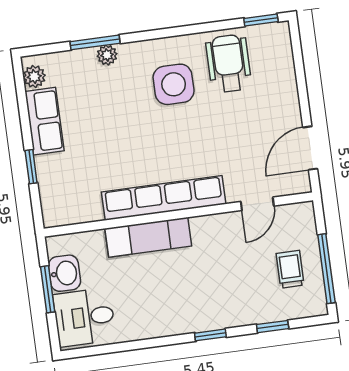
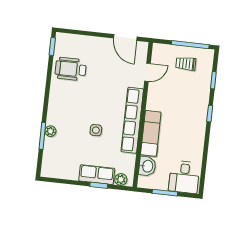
plant: (34, 77) -> (121, 179), moved
side table: (174, 84) -> (96, 130), moved, width x0.54, depth x0.54
row of seats: (44, 121) -> (97, 175), moved
door: (257, 204) -> (147, 72), hinge flipped
washbasin: (64, 273) -> (147, 166), moved, turned 90

